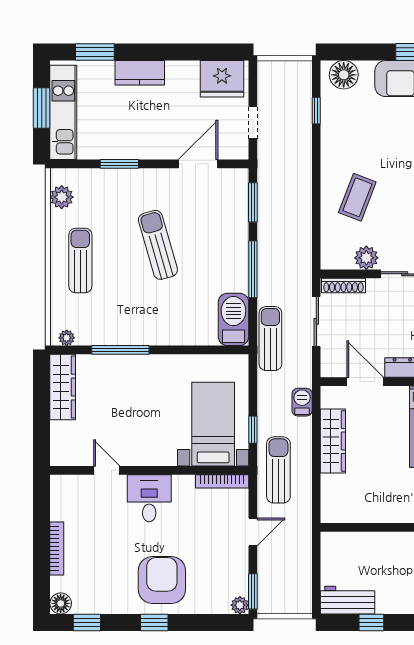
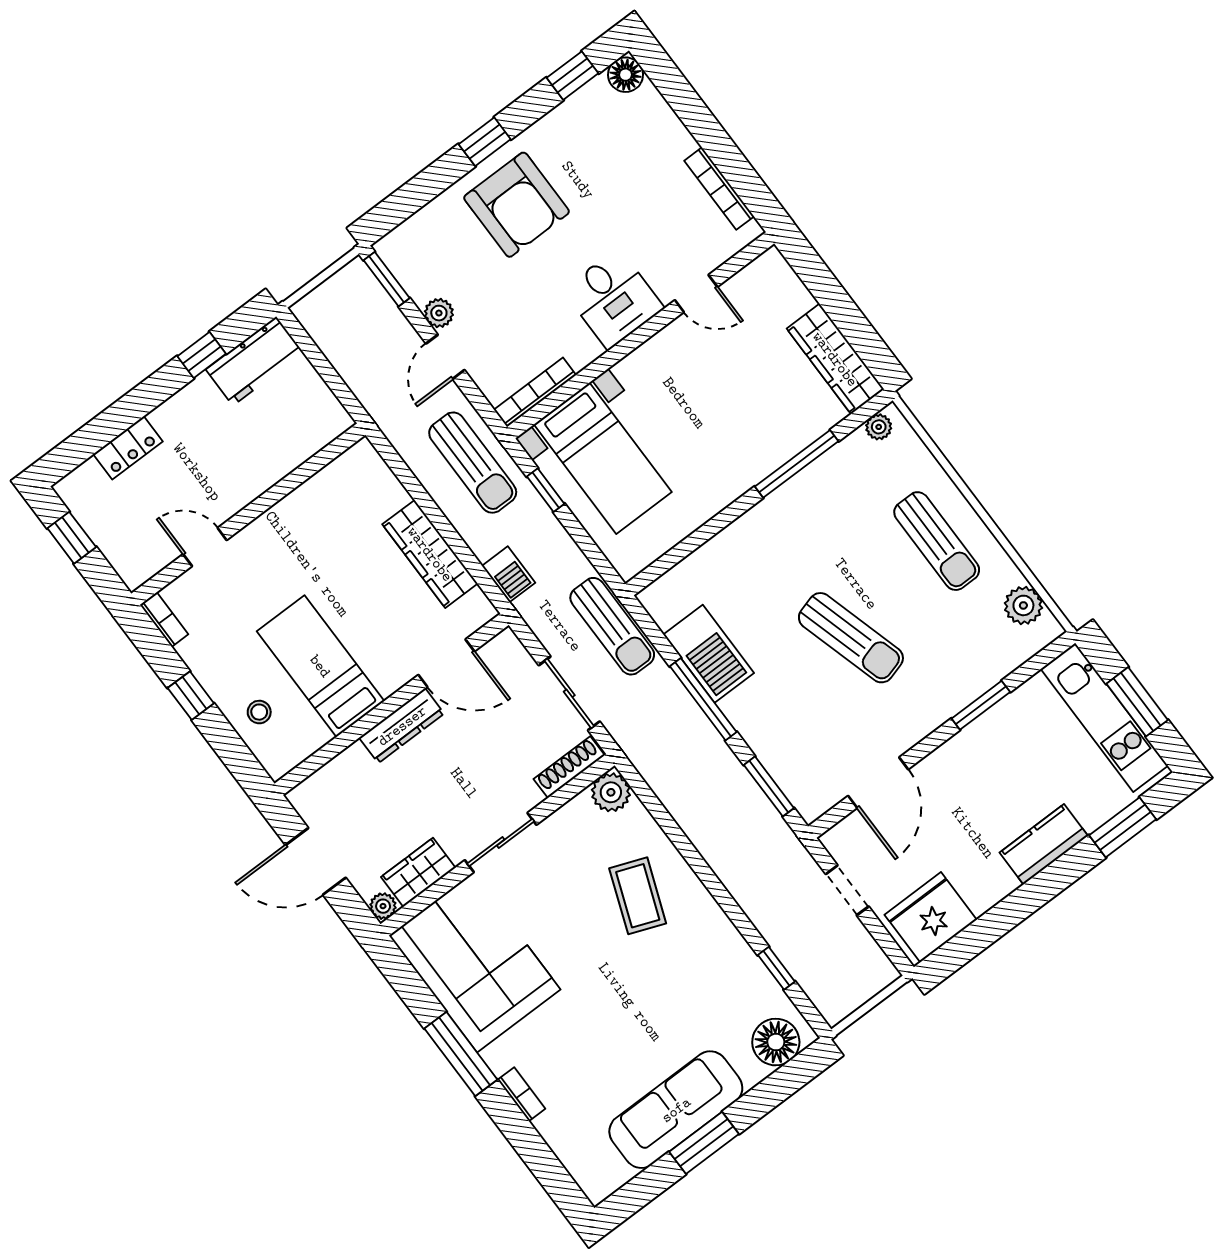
plant: (366, 258) -> (611, 792), moved
barbecue: (233, 319) -> (709, 654), moved
bookcase: (57, 549) -> (719, 189), moved
plant: (240, 605) -> (439, 313), moved

